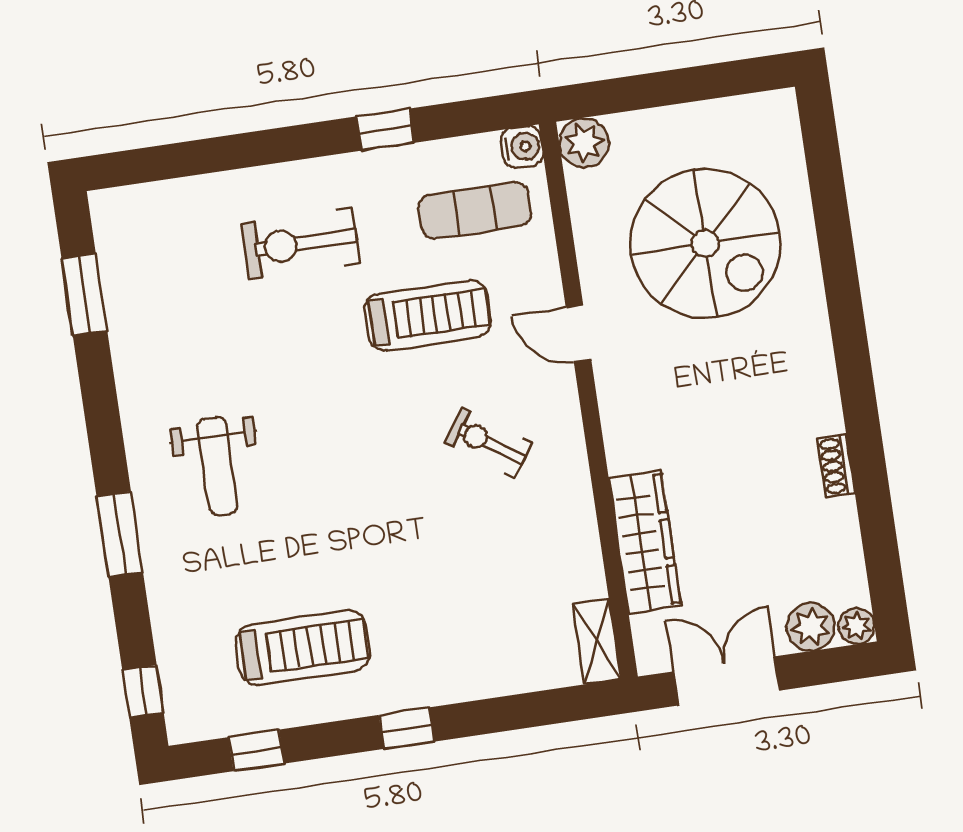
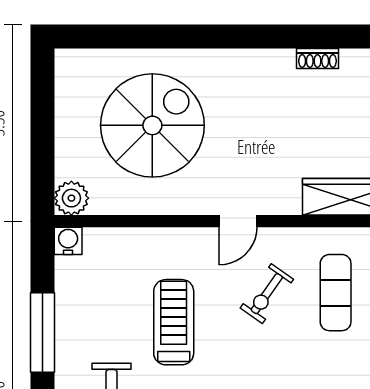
window: (385, 130) -> (42, 332), width x2.17
exercise mat: (475, 210) -> (336, 293), moved
door: (578, 334) -> (238, 221), moved

